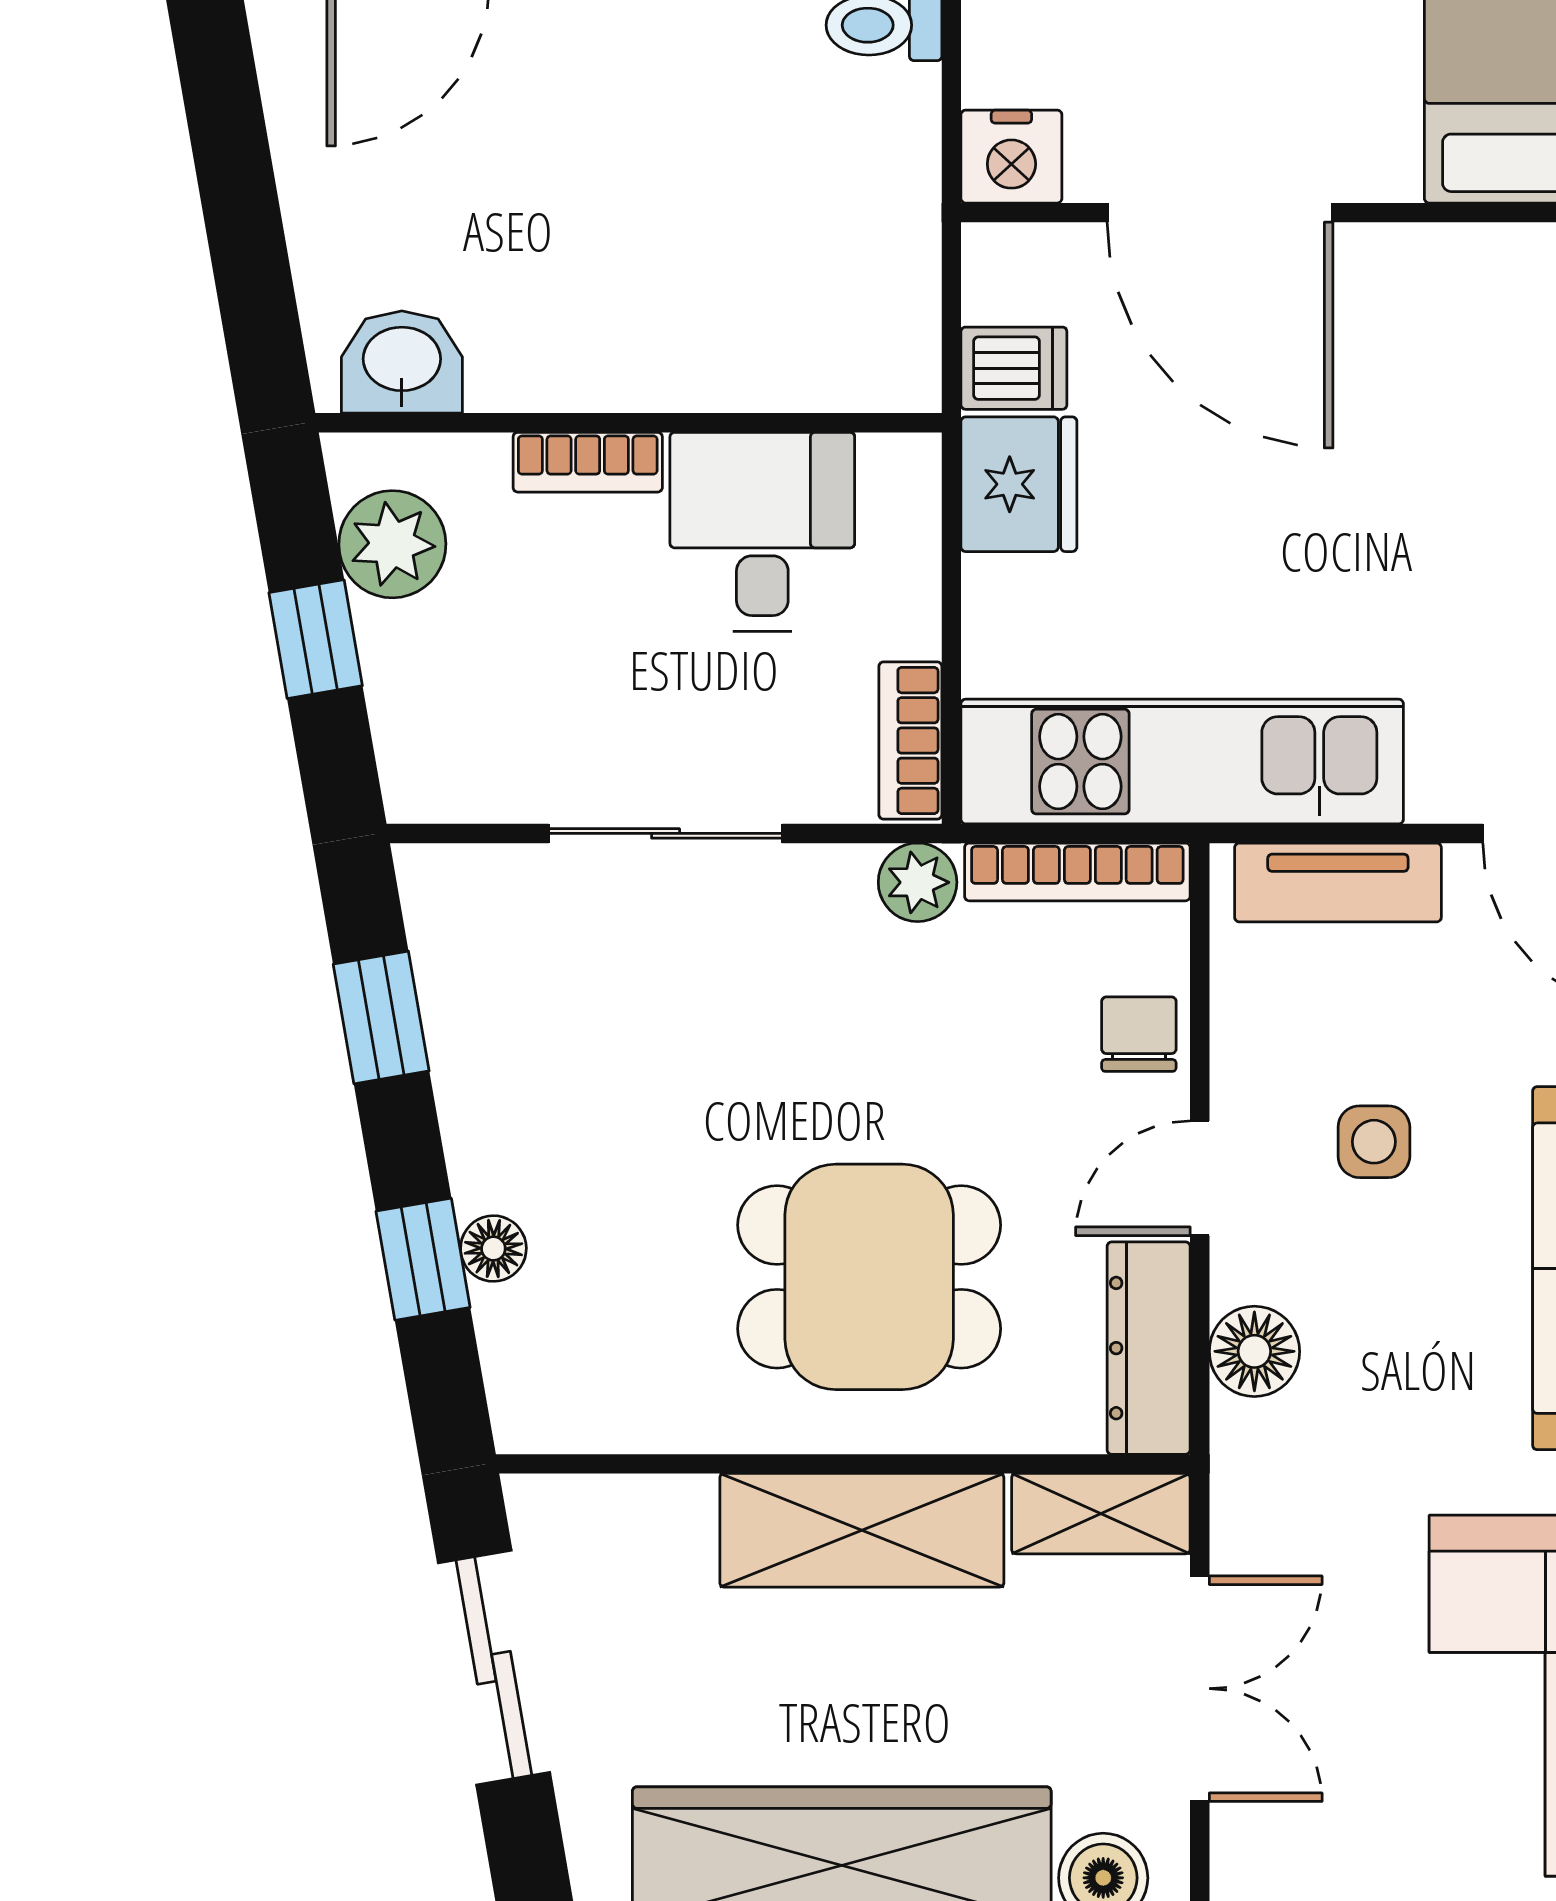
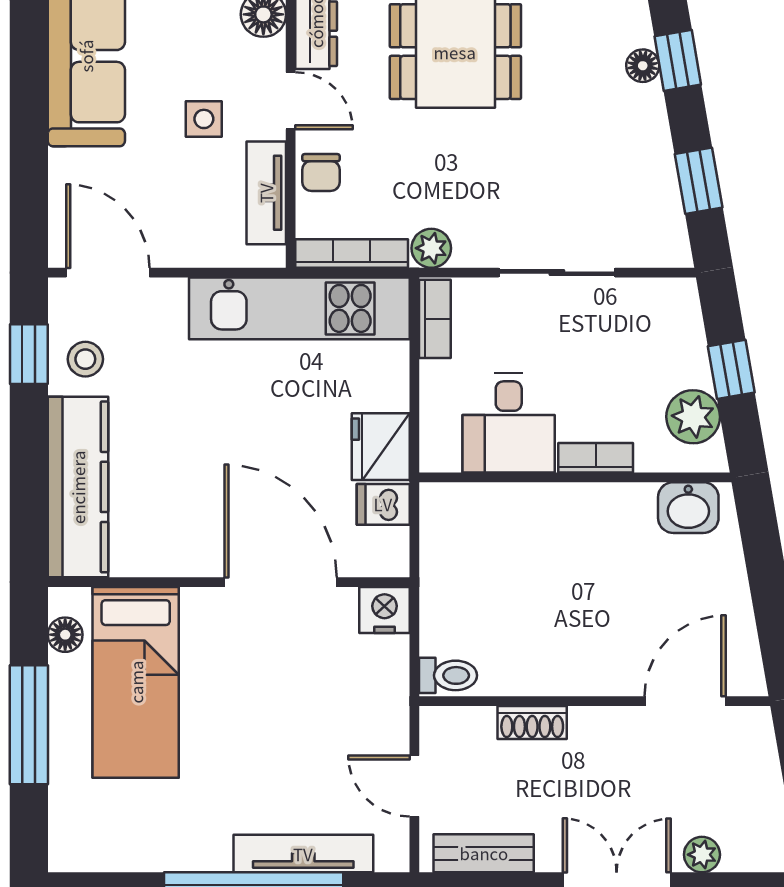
tv unit: (1338, 882) -> (266, 193), moved, turned -90
door: (1200, 1178) -> (291, 101), hinge flipped

